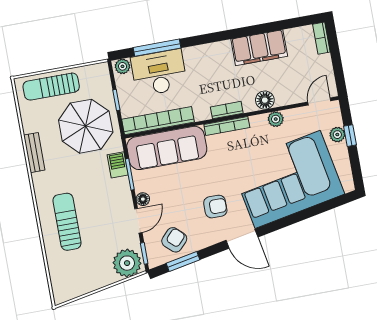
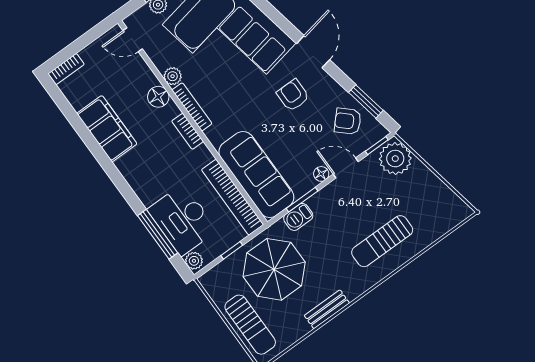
bookcase: (227, 126) -> (192, 107), moved

